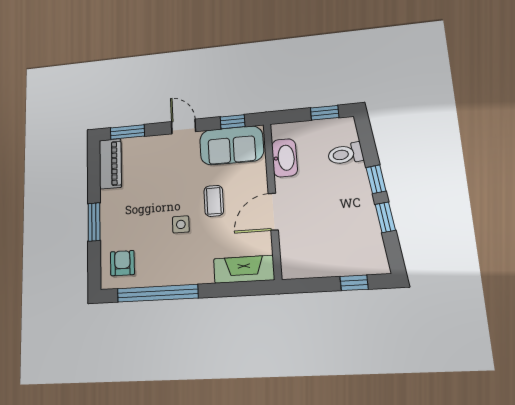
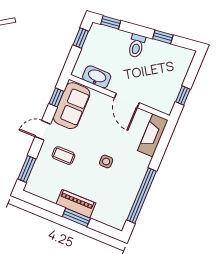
toilet: (345, 154) -> (137, 46), moved
piano: (110, 164) -> (76, 204), moved
window: (376, 179) -> (111, 22), moved
coffee table: (214, 201) -> (63, 156), moved
armchair: (122, 263) -> (112, 210), removed
window: (354, 283) -> (183, 96), moved

